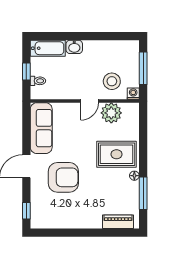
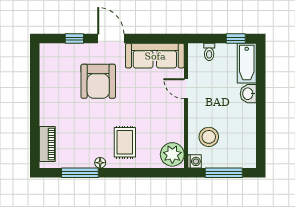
window: (26, 71) -> (236, 39), moved
door: (90, 101) -> (186, 89), moved
plant: (111, 113) -> (172, 154), moved
rug: (117, 154) -> (125, 142), width x0.73, depth x0.70
window: (26, 211) -> (74, 39), moved

